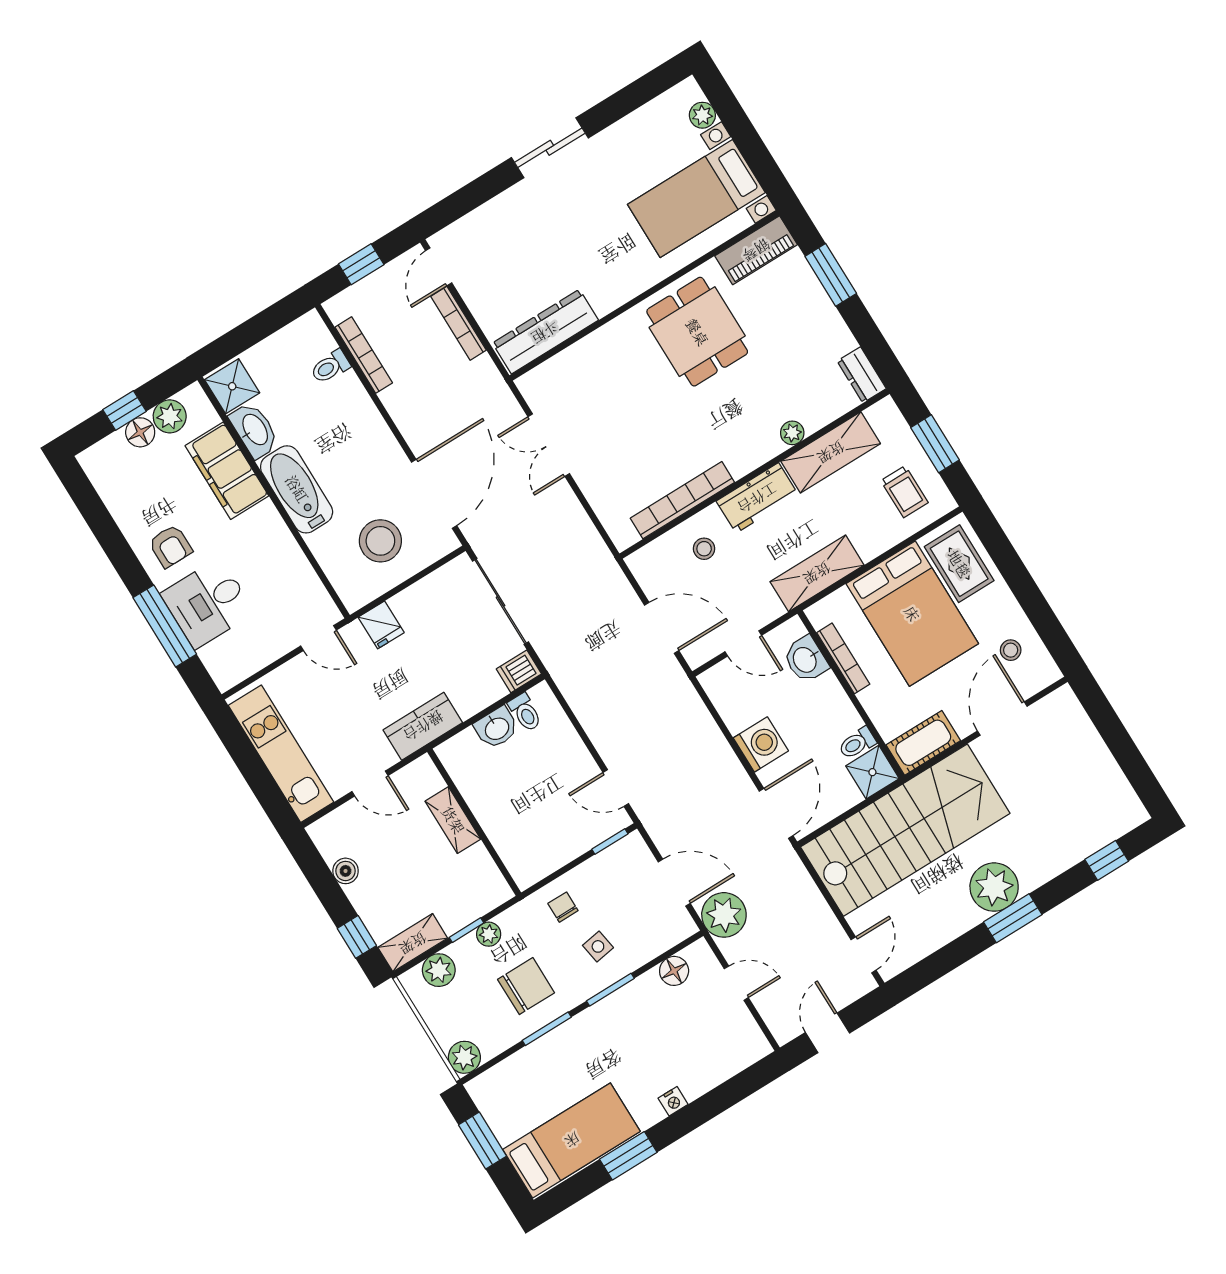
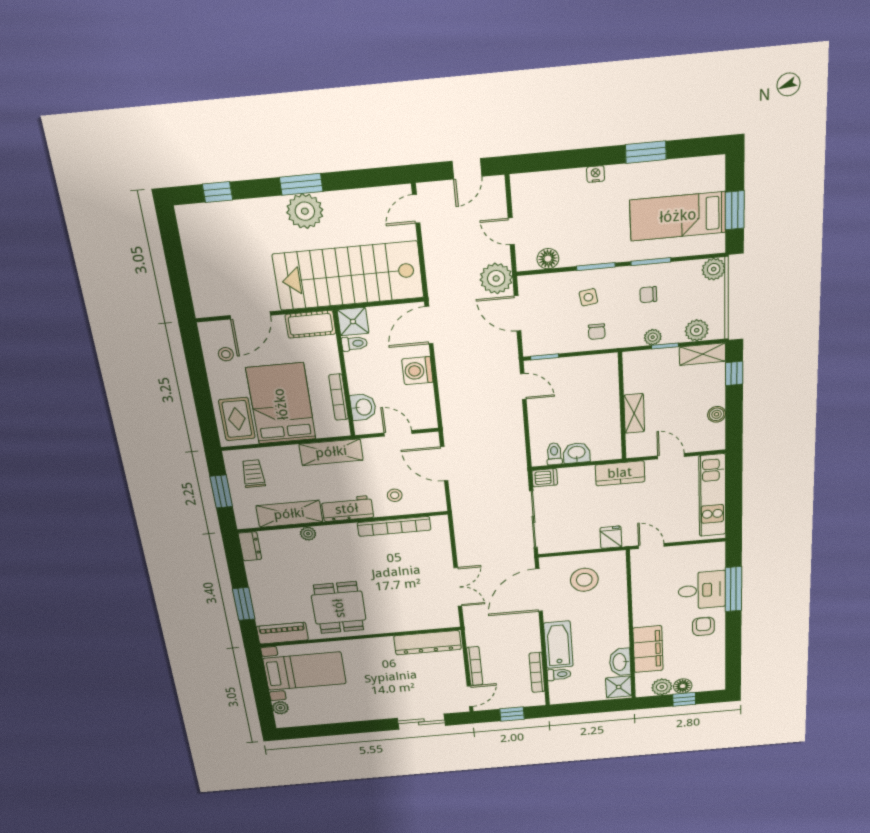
sliding door: (550, 148) -> (421, 722), moved
bathtub: (297, 489) -> (558, 645), moved, turned 180
chair: (526, 986) -> (648, 295), width x0.54, depth x0.54
bed: (572, 1140) -> (678, 216), moved

